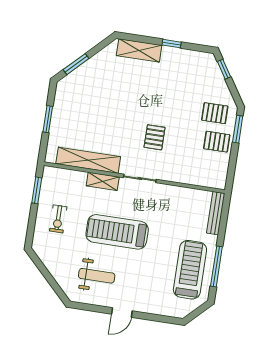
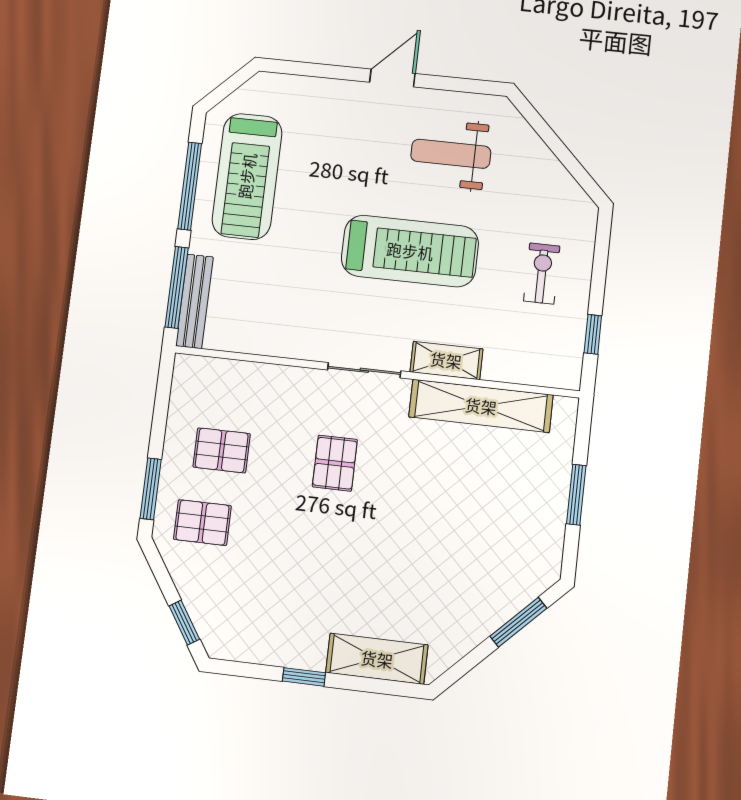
pallet: (217, 142) -> (222, 450), moved
window: (37, 190) -> (593, 334), width x0.67
window: (224, 220) -> (177, 287), added

